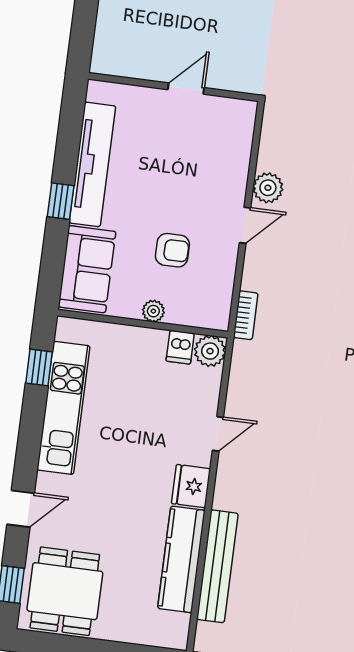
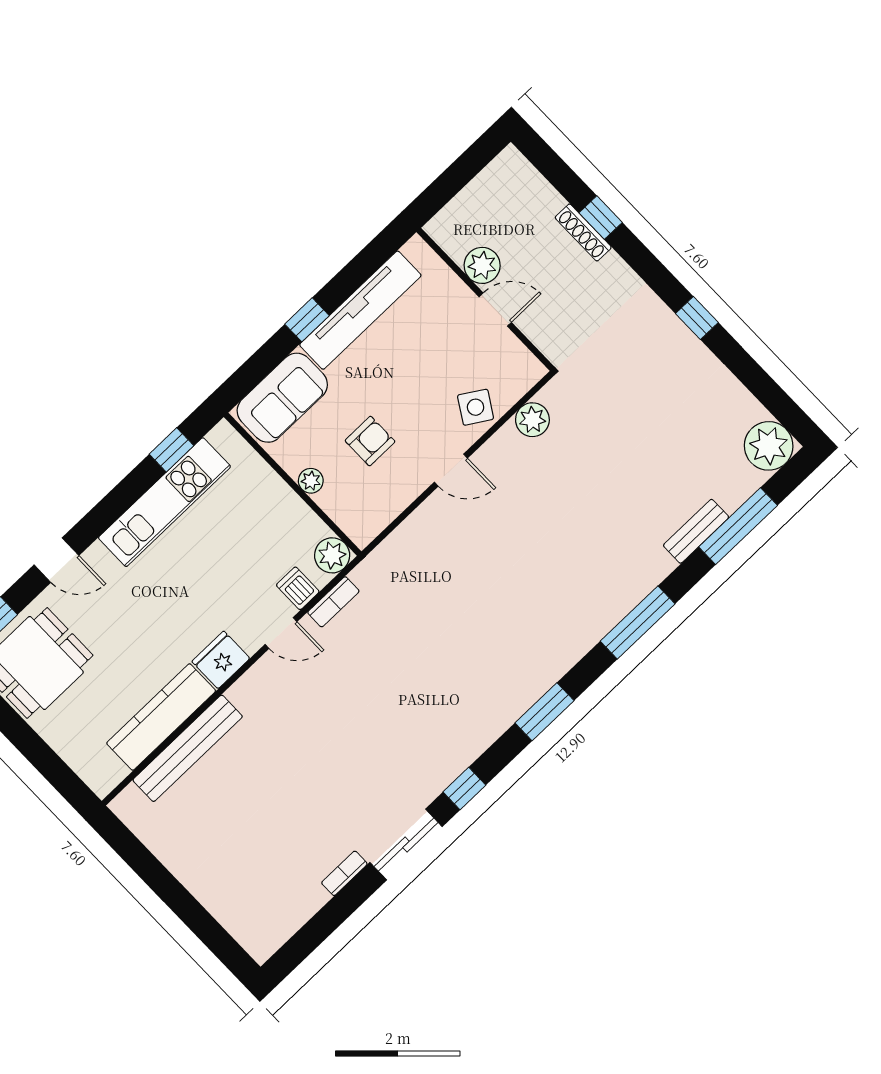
plant: (152, 65) -> (482, 265), added
side table: (227, 168) -> (476, 407), added
plant: (268, 188) -> (532, 420), moved
armchair: (172, 250) -> (370, 441), turned -90
bookcase: (246, 315) -> (333, 602), moved
dishwasher: (180, 347) -> (298, 588), moved, turned 90

